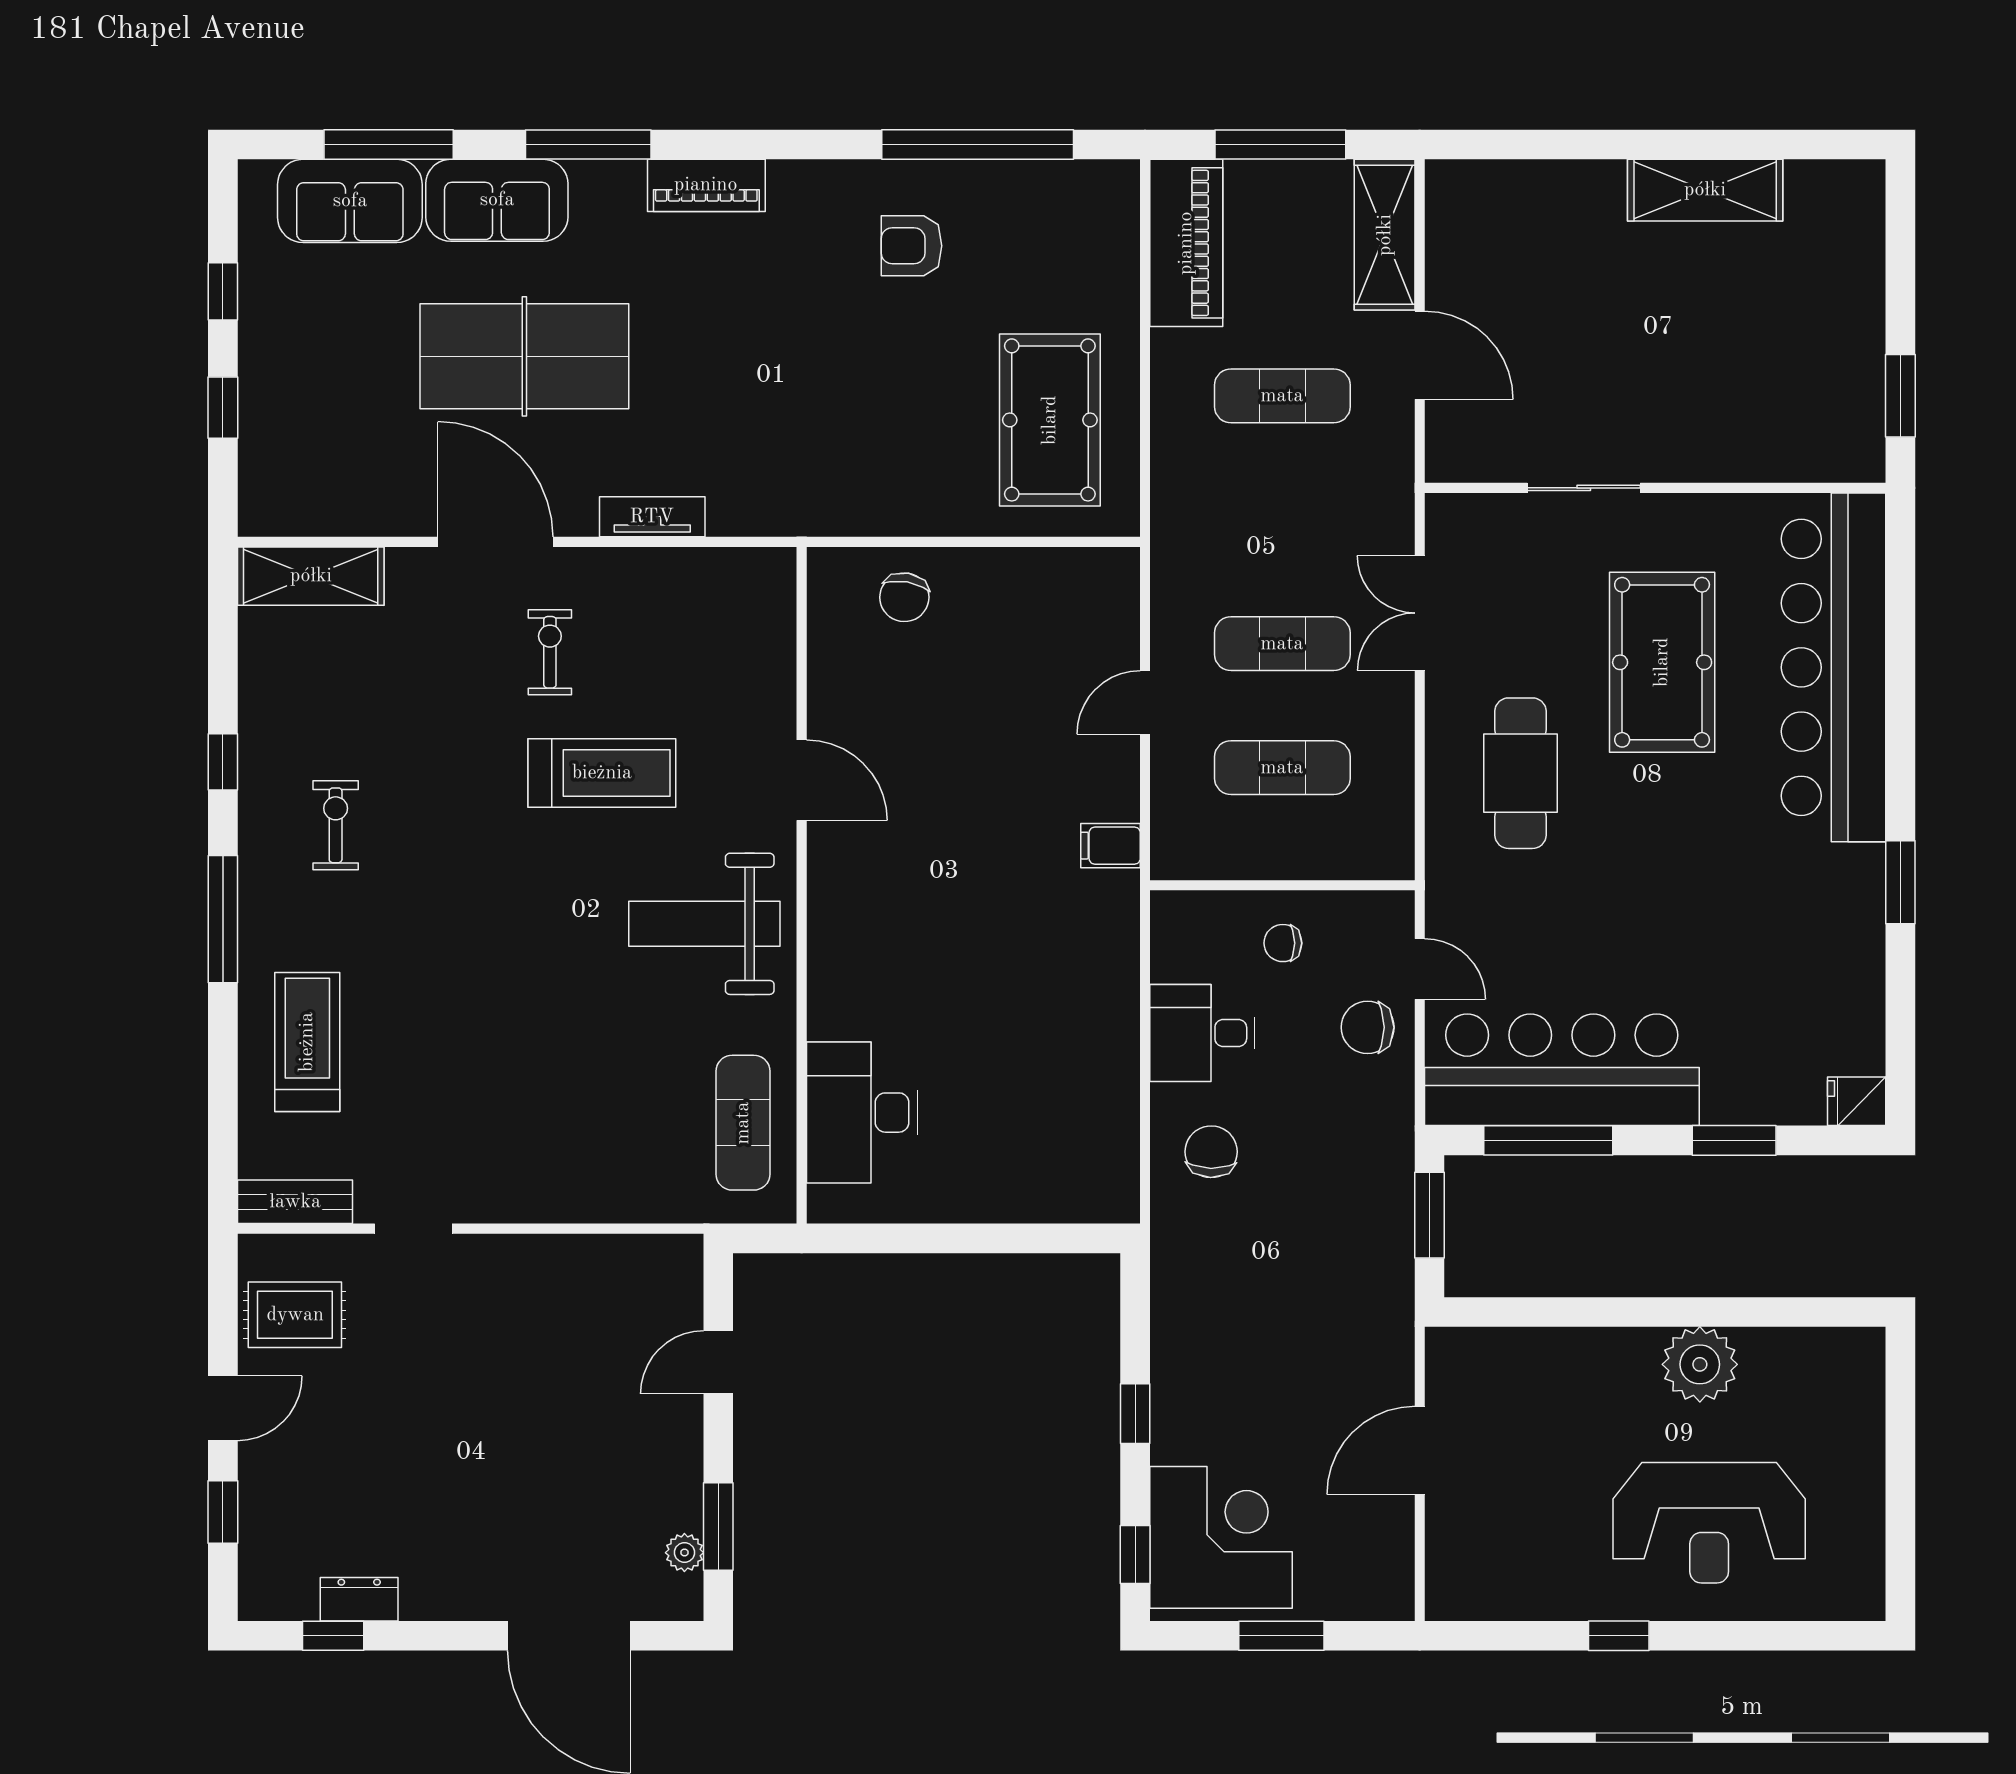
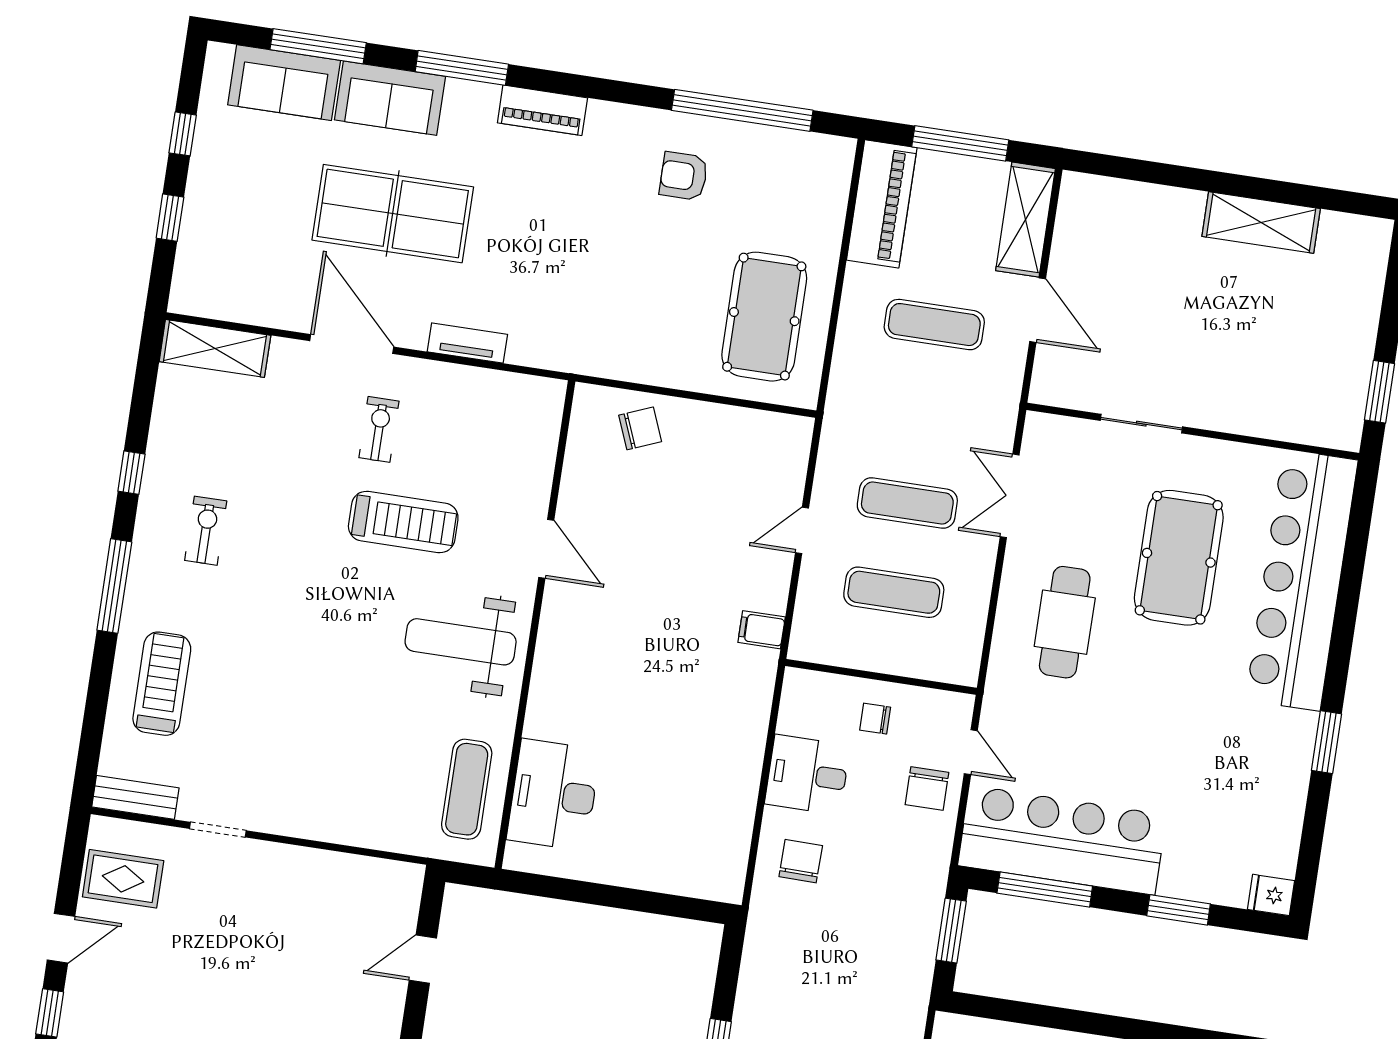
chair: (904, 597) -> (640, 428), turned -122
chair: (1368, 1027) -> (927, 789), turned -90

